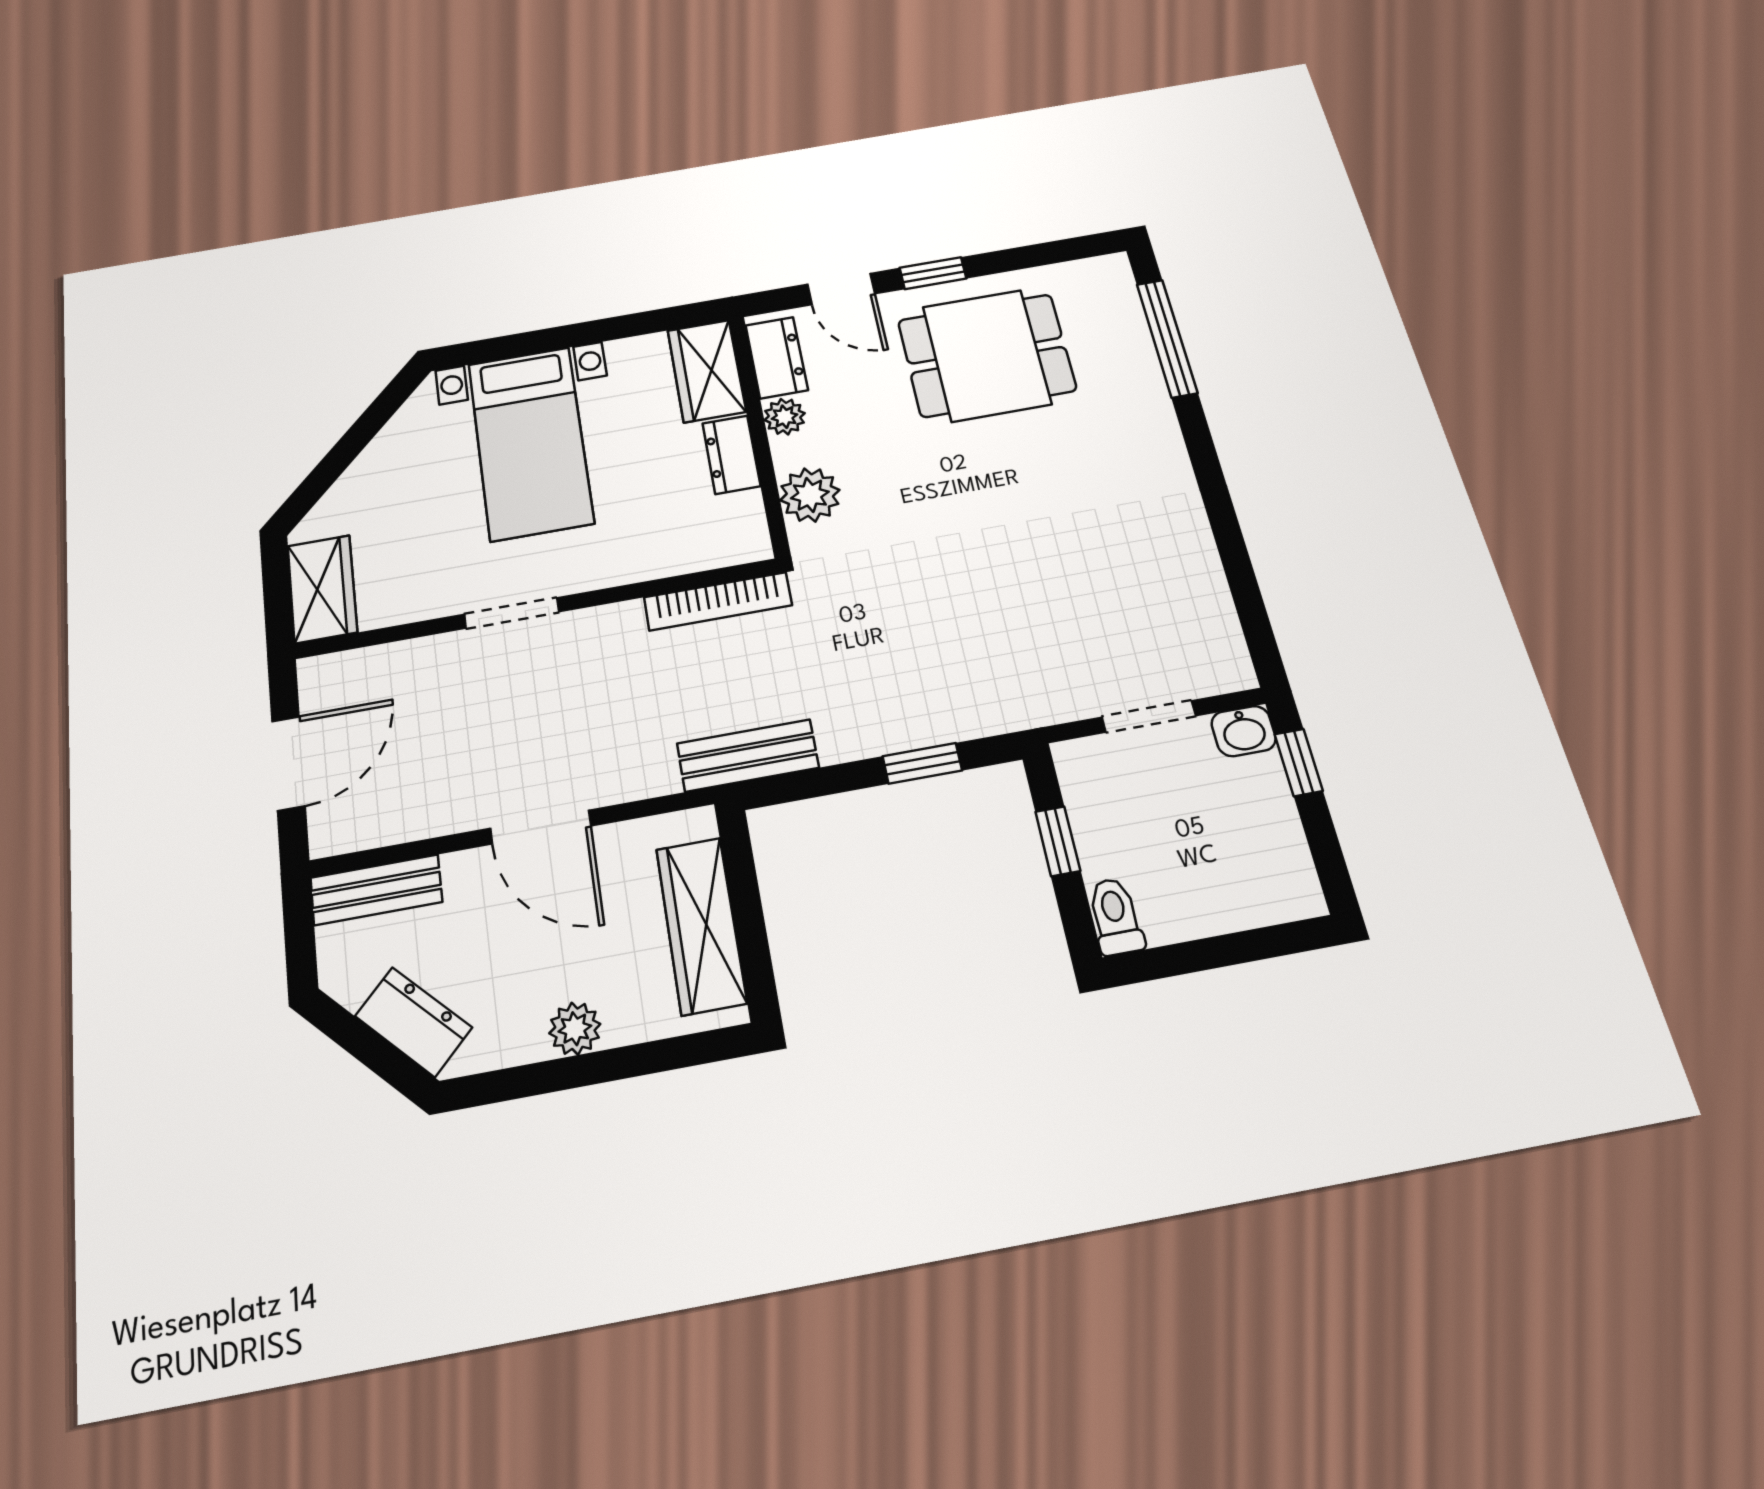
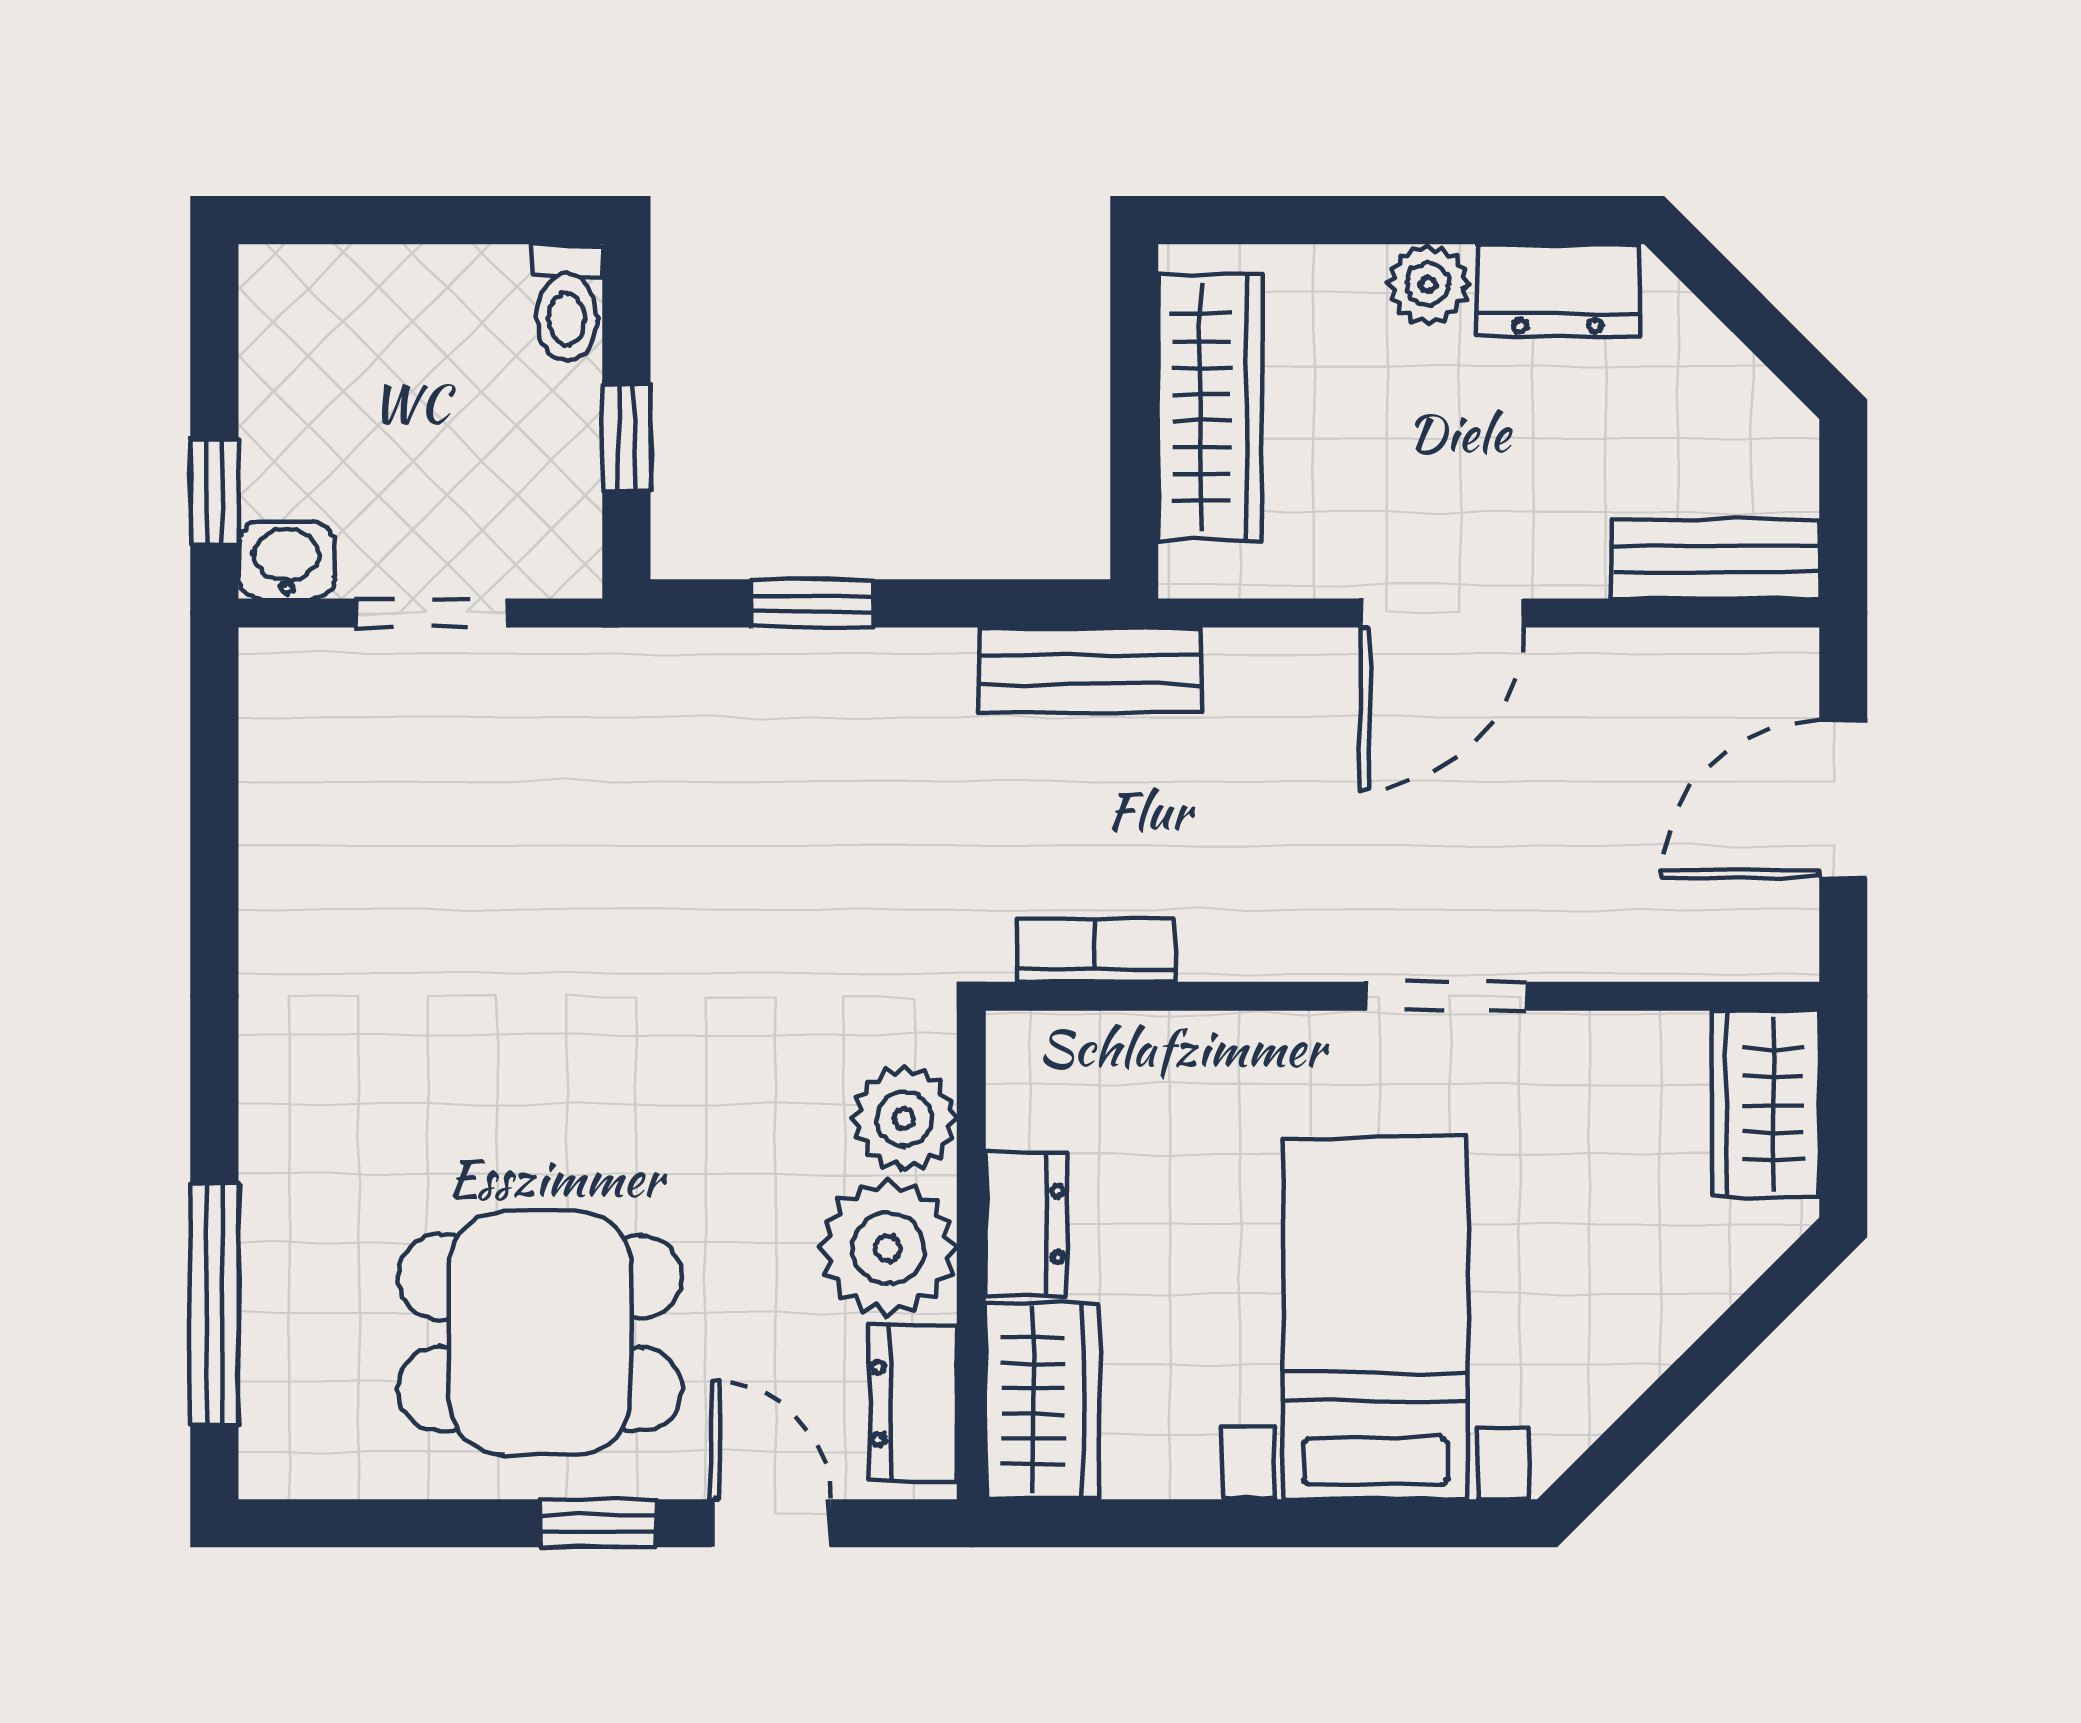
plant: (785, 417) -> (888, 1248), width x1.88, depth x1.88
bookcase: (718, 601) -> (1095, 950), width x0.64
door: (541, 827) -> (1442, 613), swing flipped
dresser: (413, 1022) -> (1558, 290), moved, turned -45

